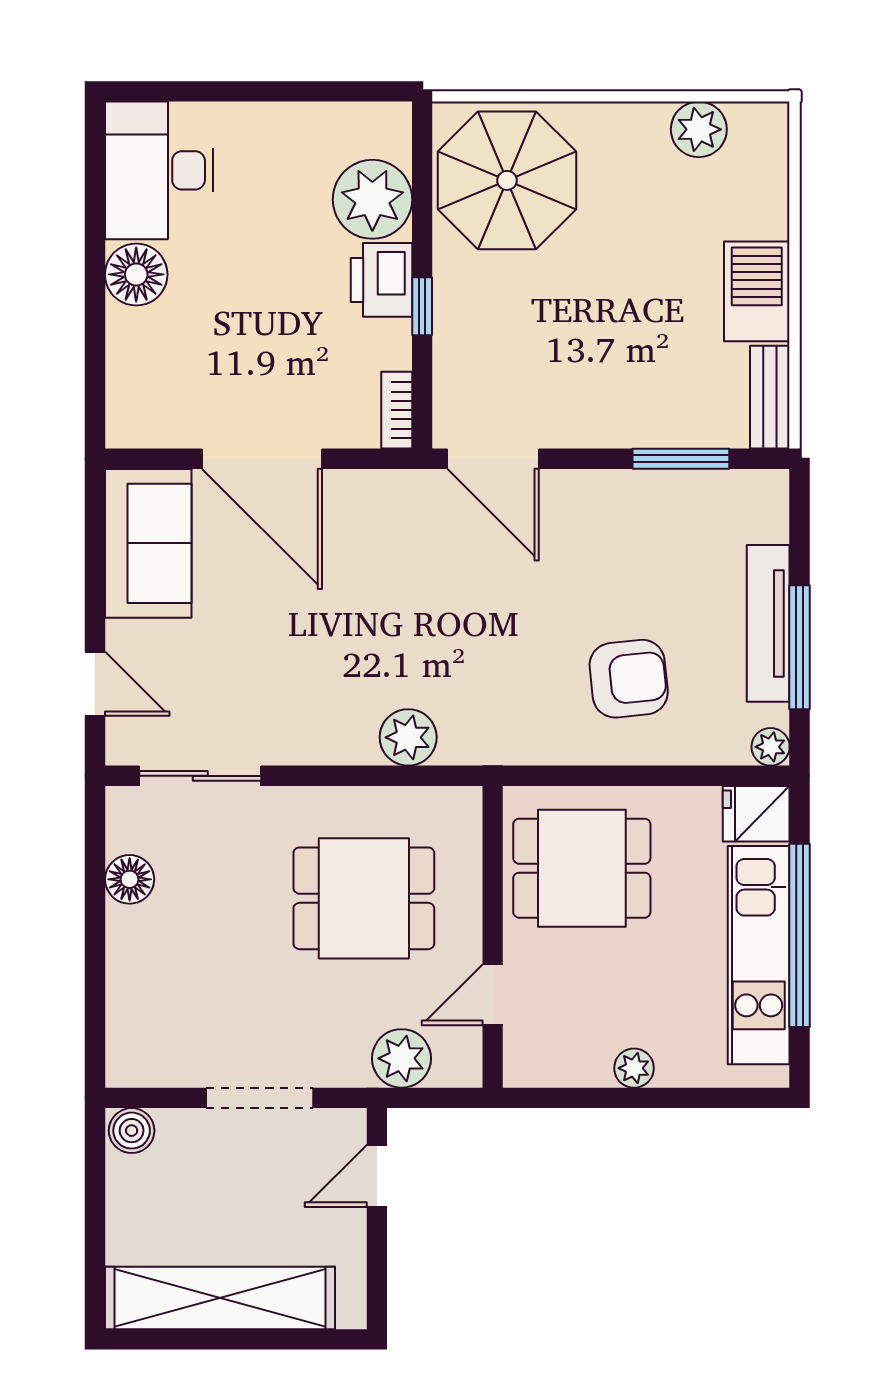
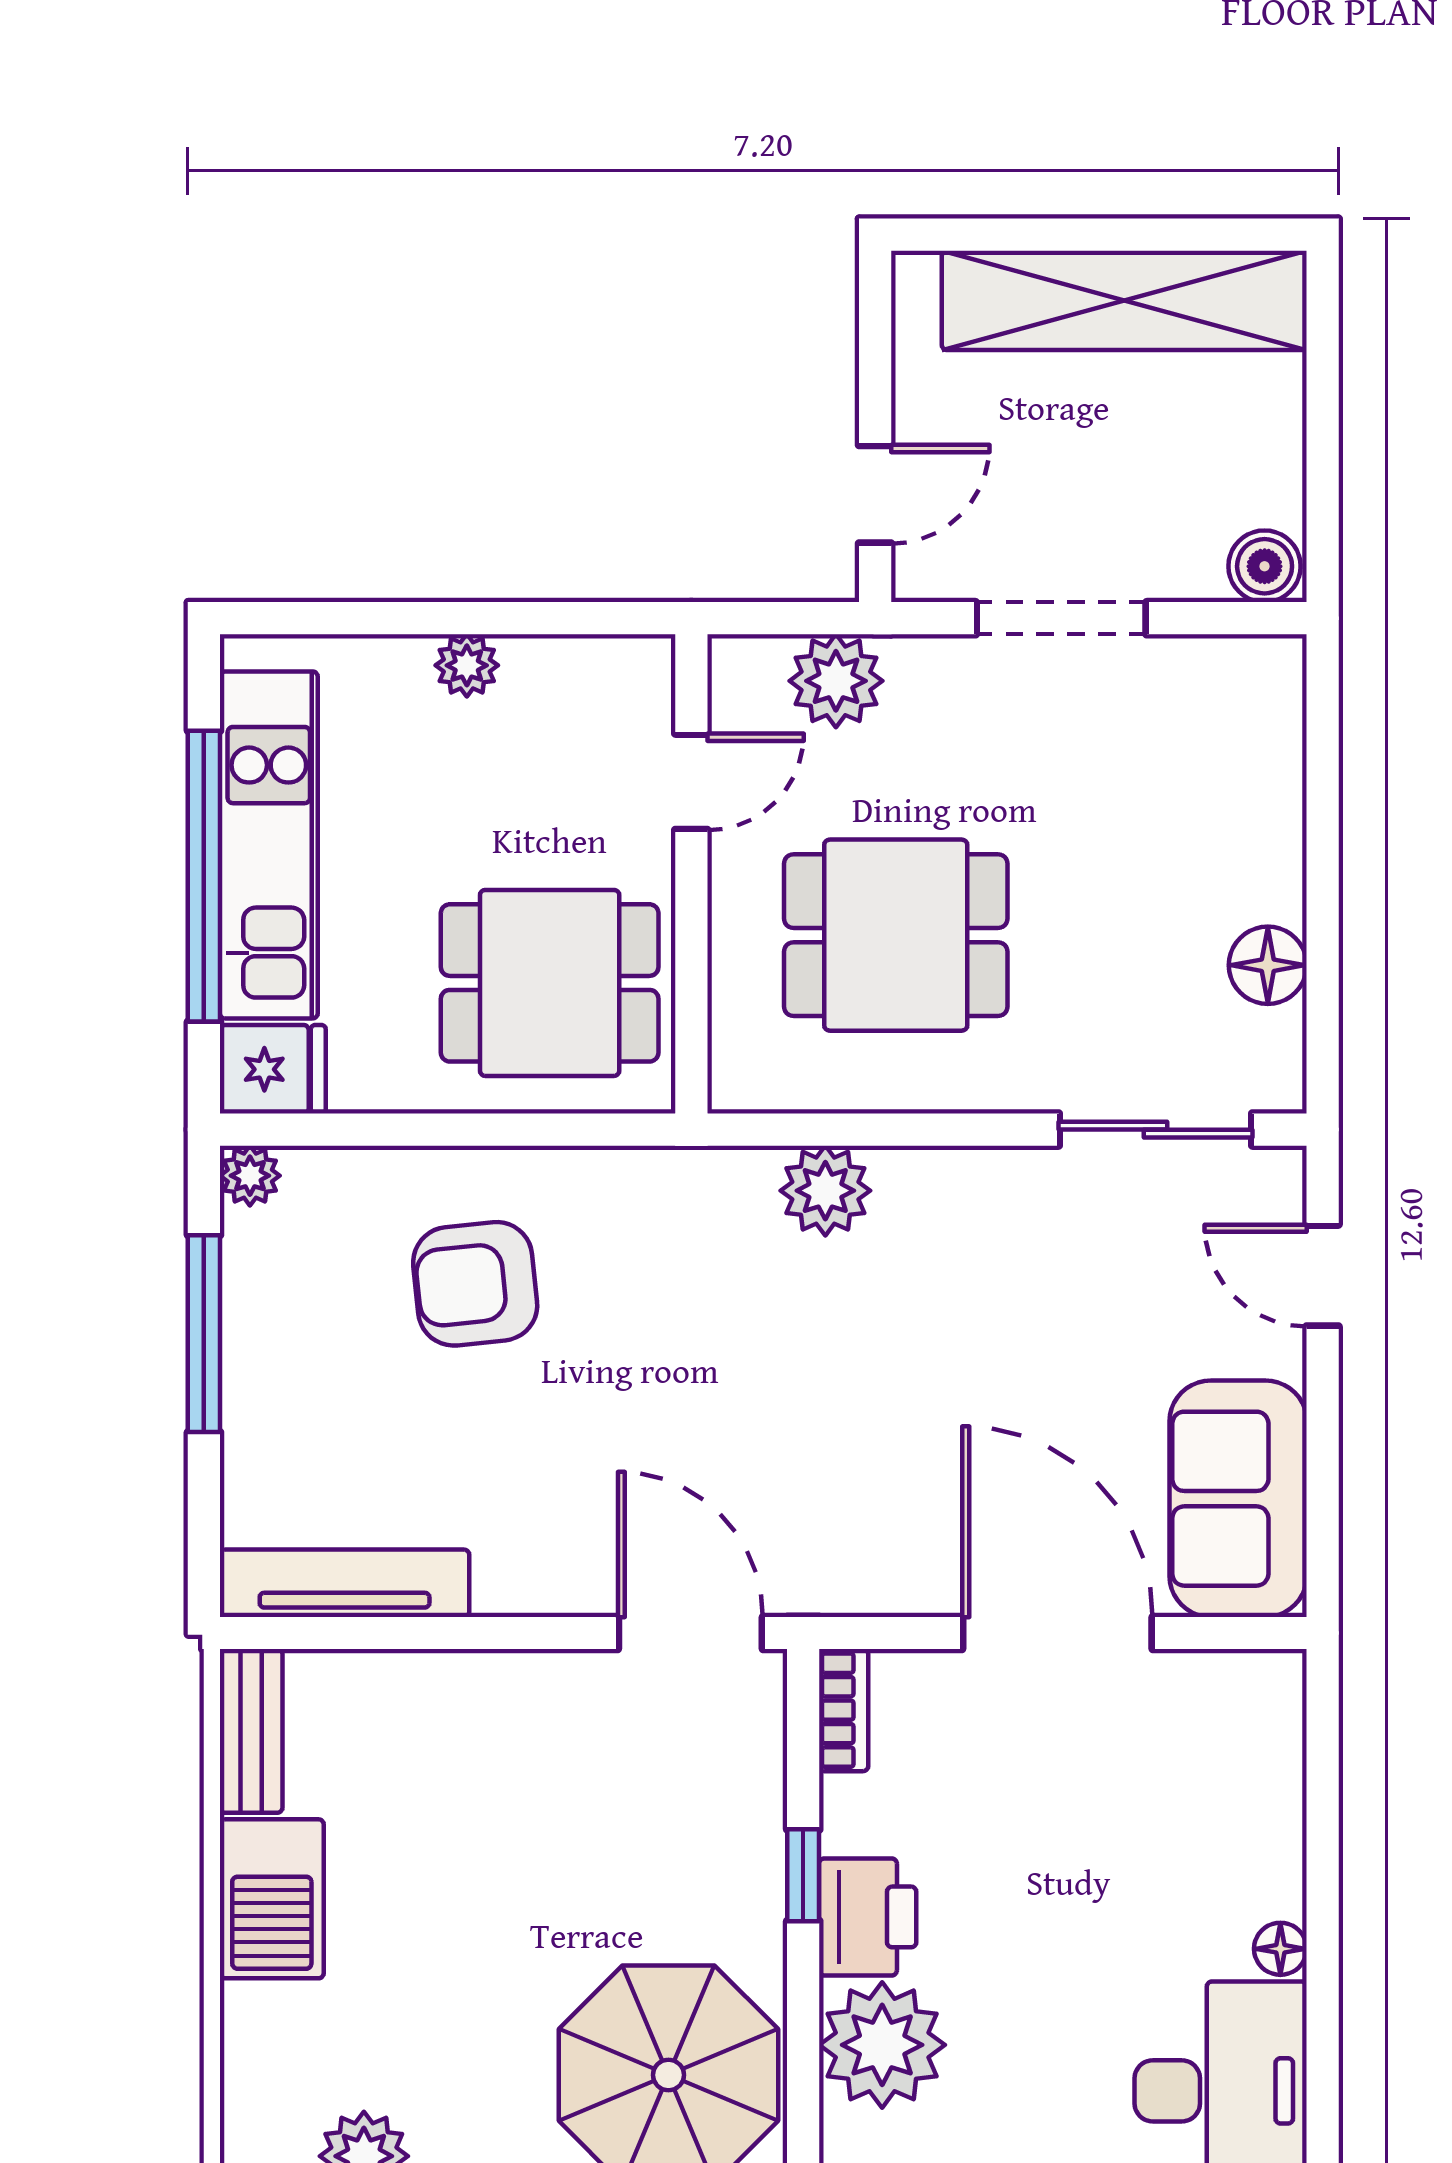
floor lamp: (136, 274) -> (1280, 1949), width x0.53, depth x0.53
window: (681, 459) -> (392, 1633), removed
tv unit: (768, 623) -> (345, 1583), moved, turned -90

